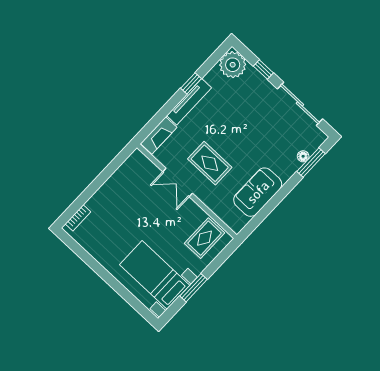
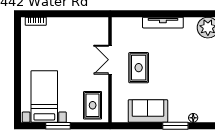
window: (191, 83) -> (175, 14), removed
fireplace: (159, 135) -> (127, 23), removed
window: (311, 163) -> (175, 126), moved
rug: (205, 238) -> (93, 105), turned 90

